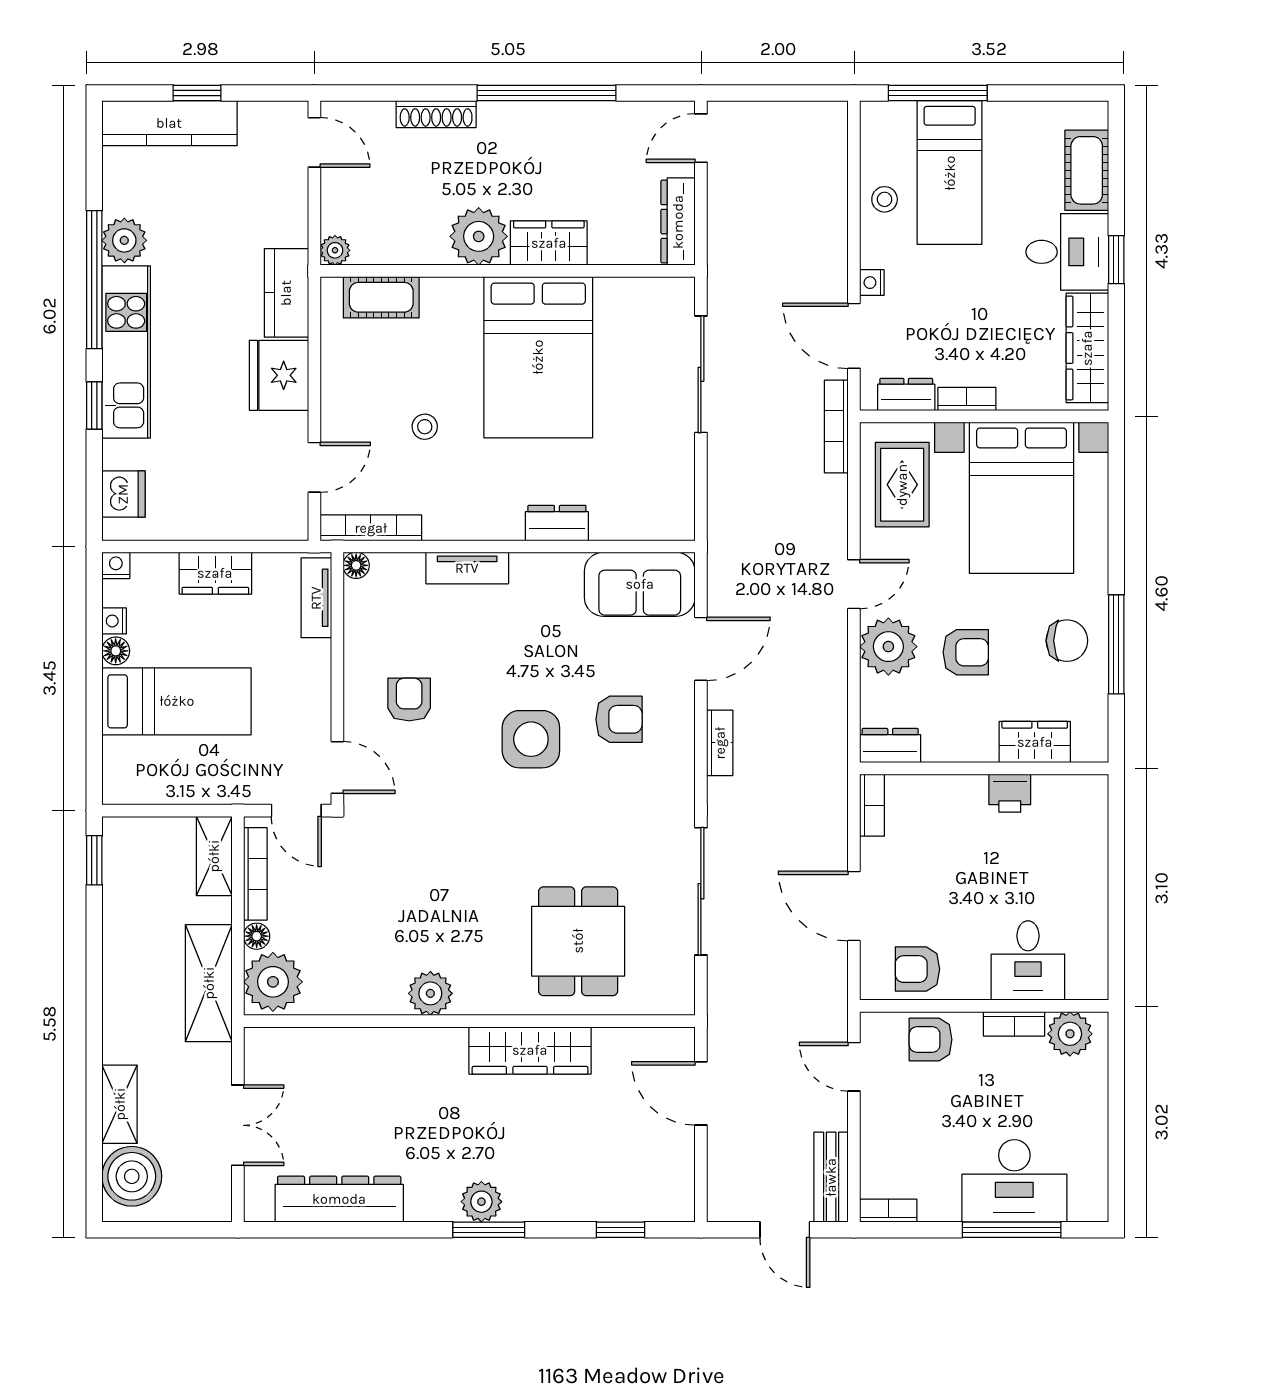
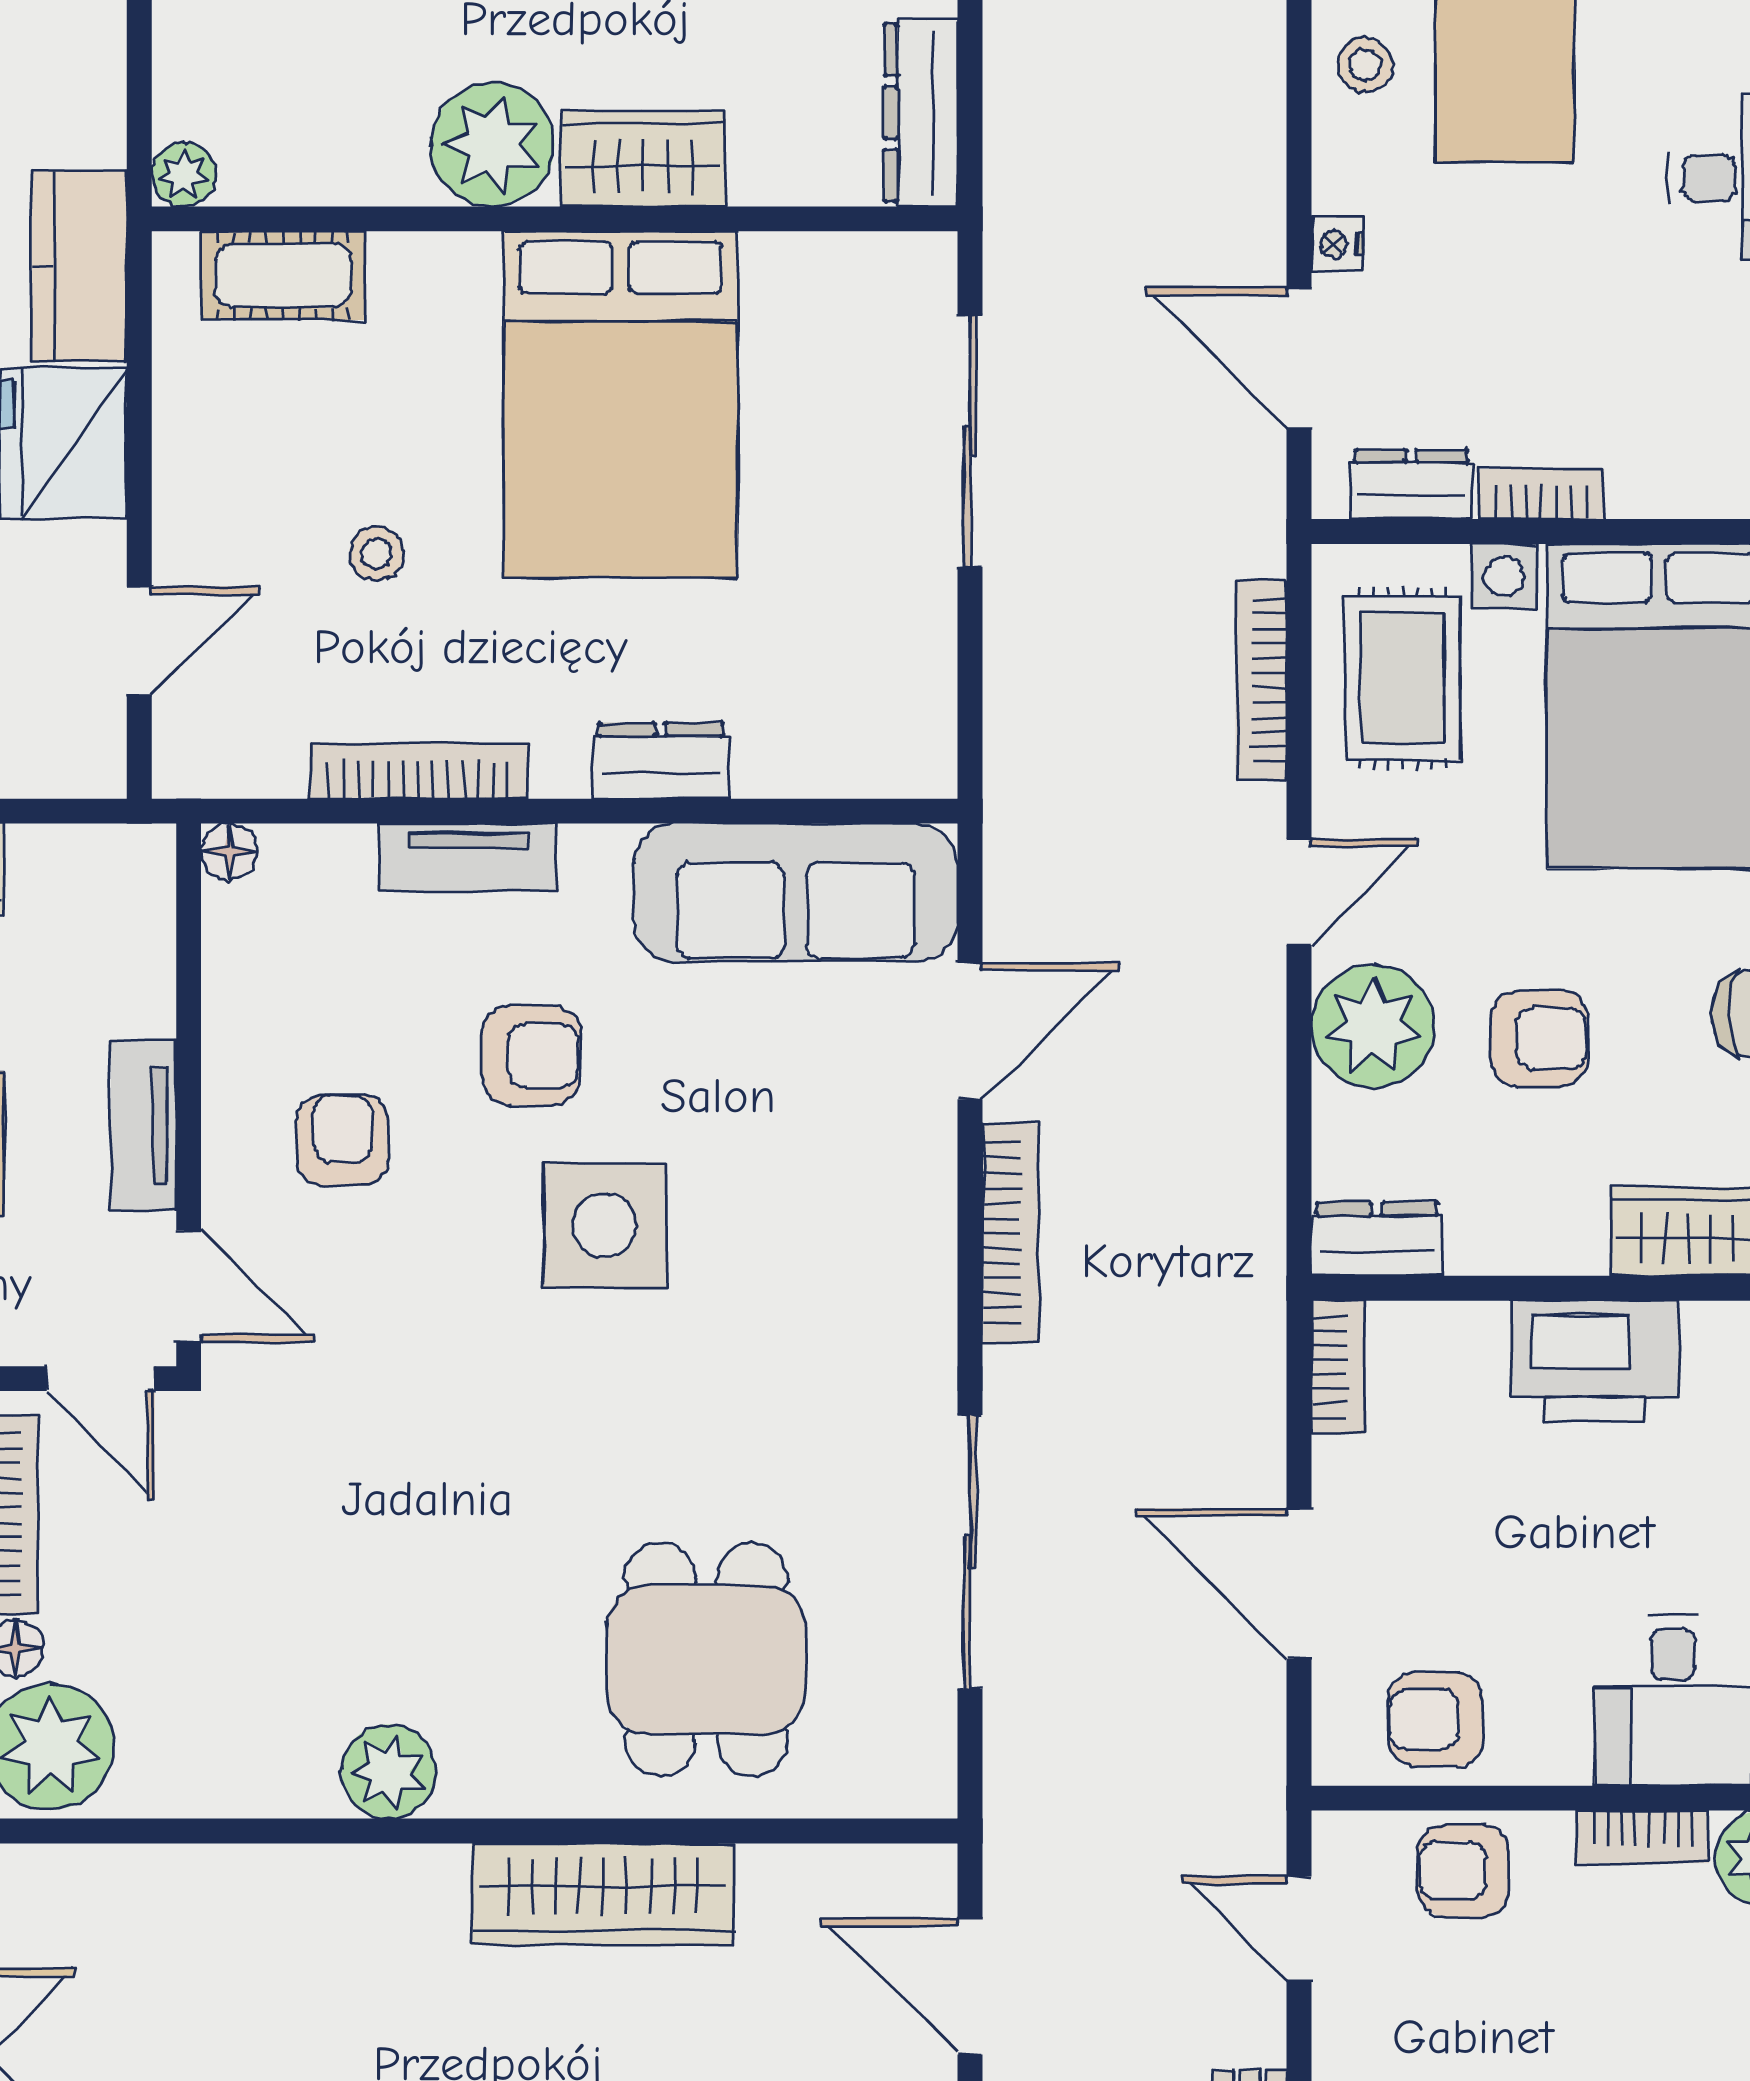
bookcase: (836, 426) -> (1261, 680), moved
bookcase: (371, 528) -> (419, 771), moved
sofa: (640, 584) -> (796, 892), width x1.36
tv unit: (316, 598) -> (144, 1125), moved
armchair: (619, 719) -> (531, 1055), moved
bookcase: (720, 743) -> (1010, 1233), width x1.56
printer: (1010, 793) -> (1595, 1361), width x1.87, depth x1.48

